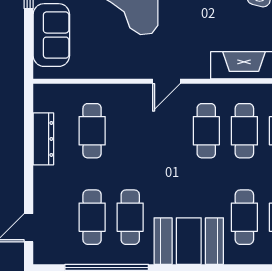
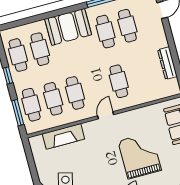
cafe table: (92, 131) -> (119, 81), moved

